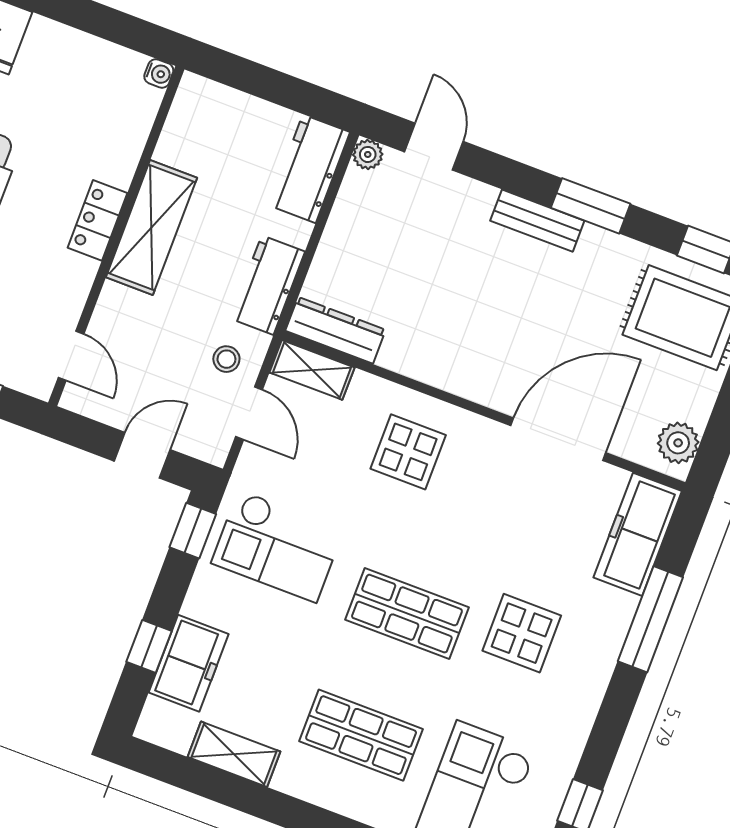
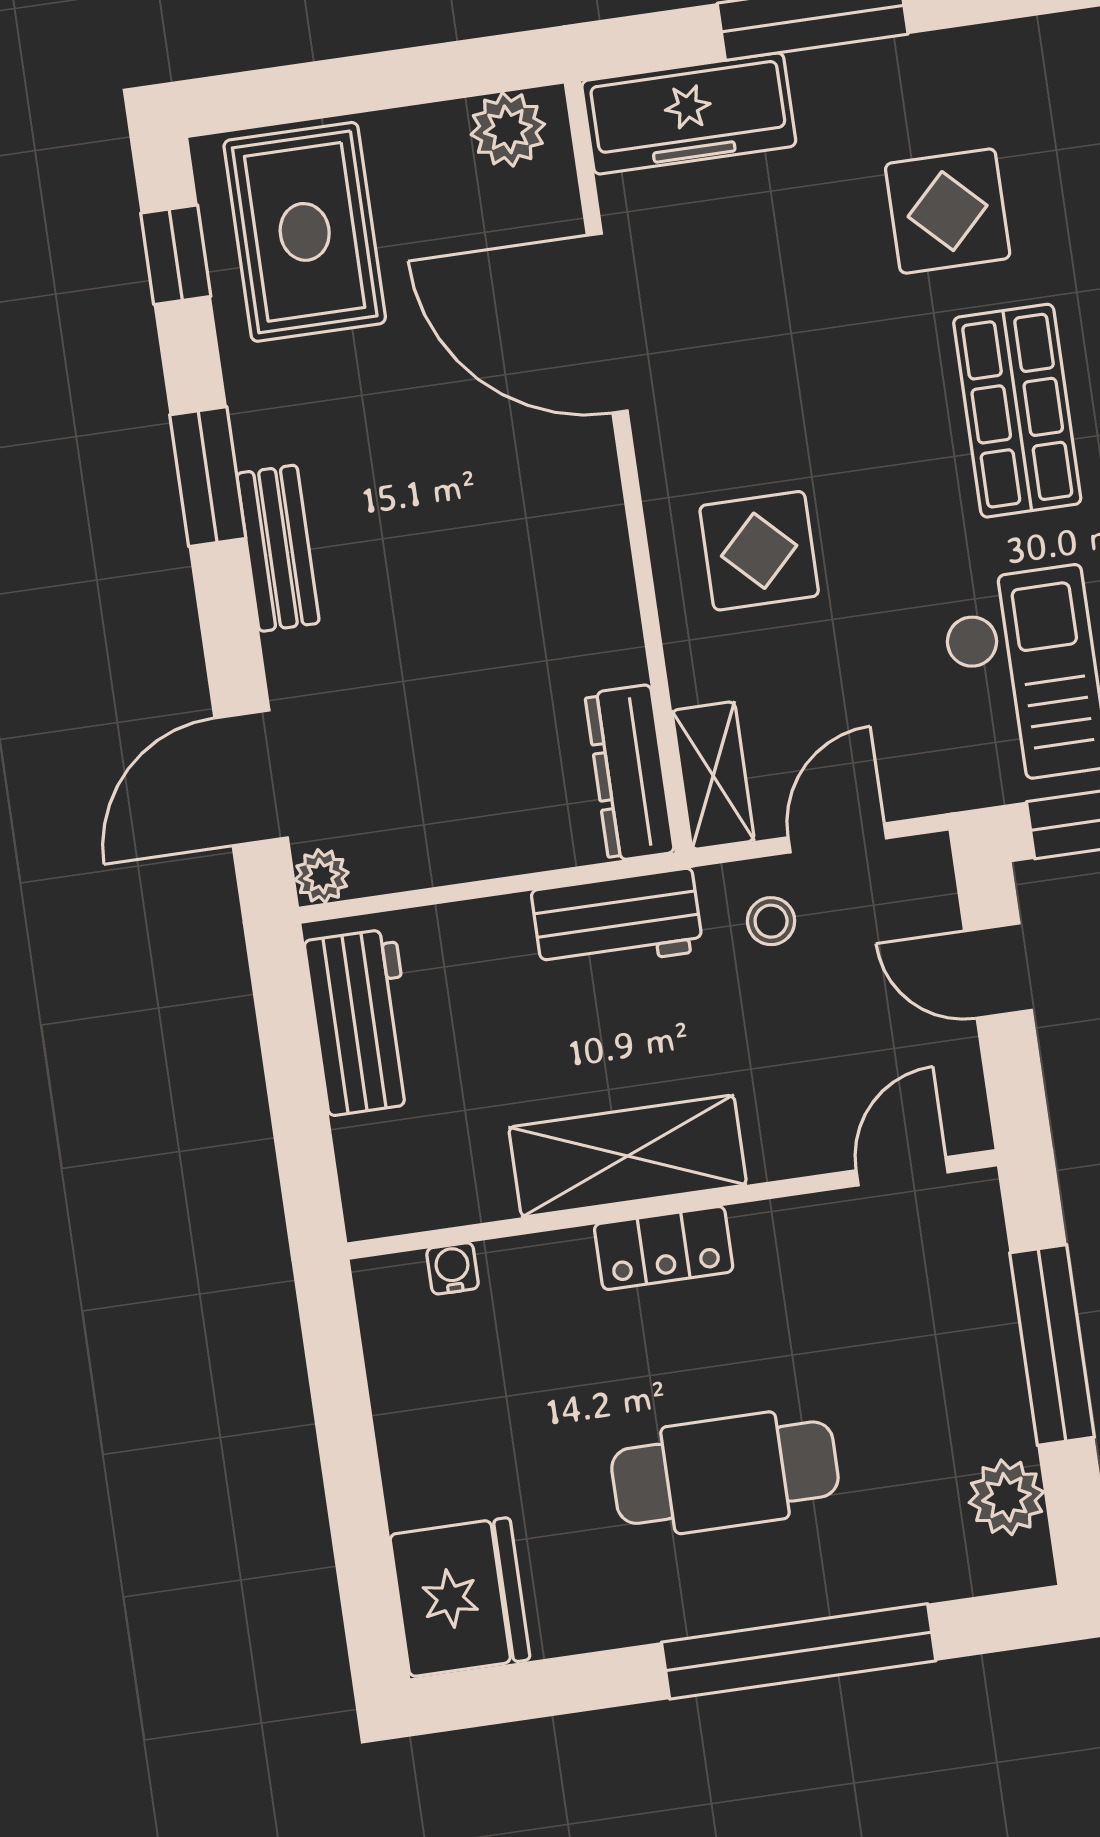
water cooler: (159, 73) -> (453, 1268), moved
door: (434, 147) -> (251, 778), width x1.37
workbench: (309, 169) -> (362, 1022), moved, turned -90

